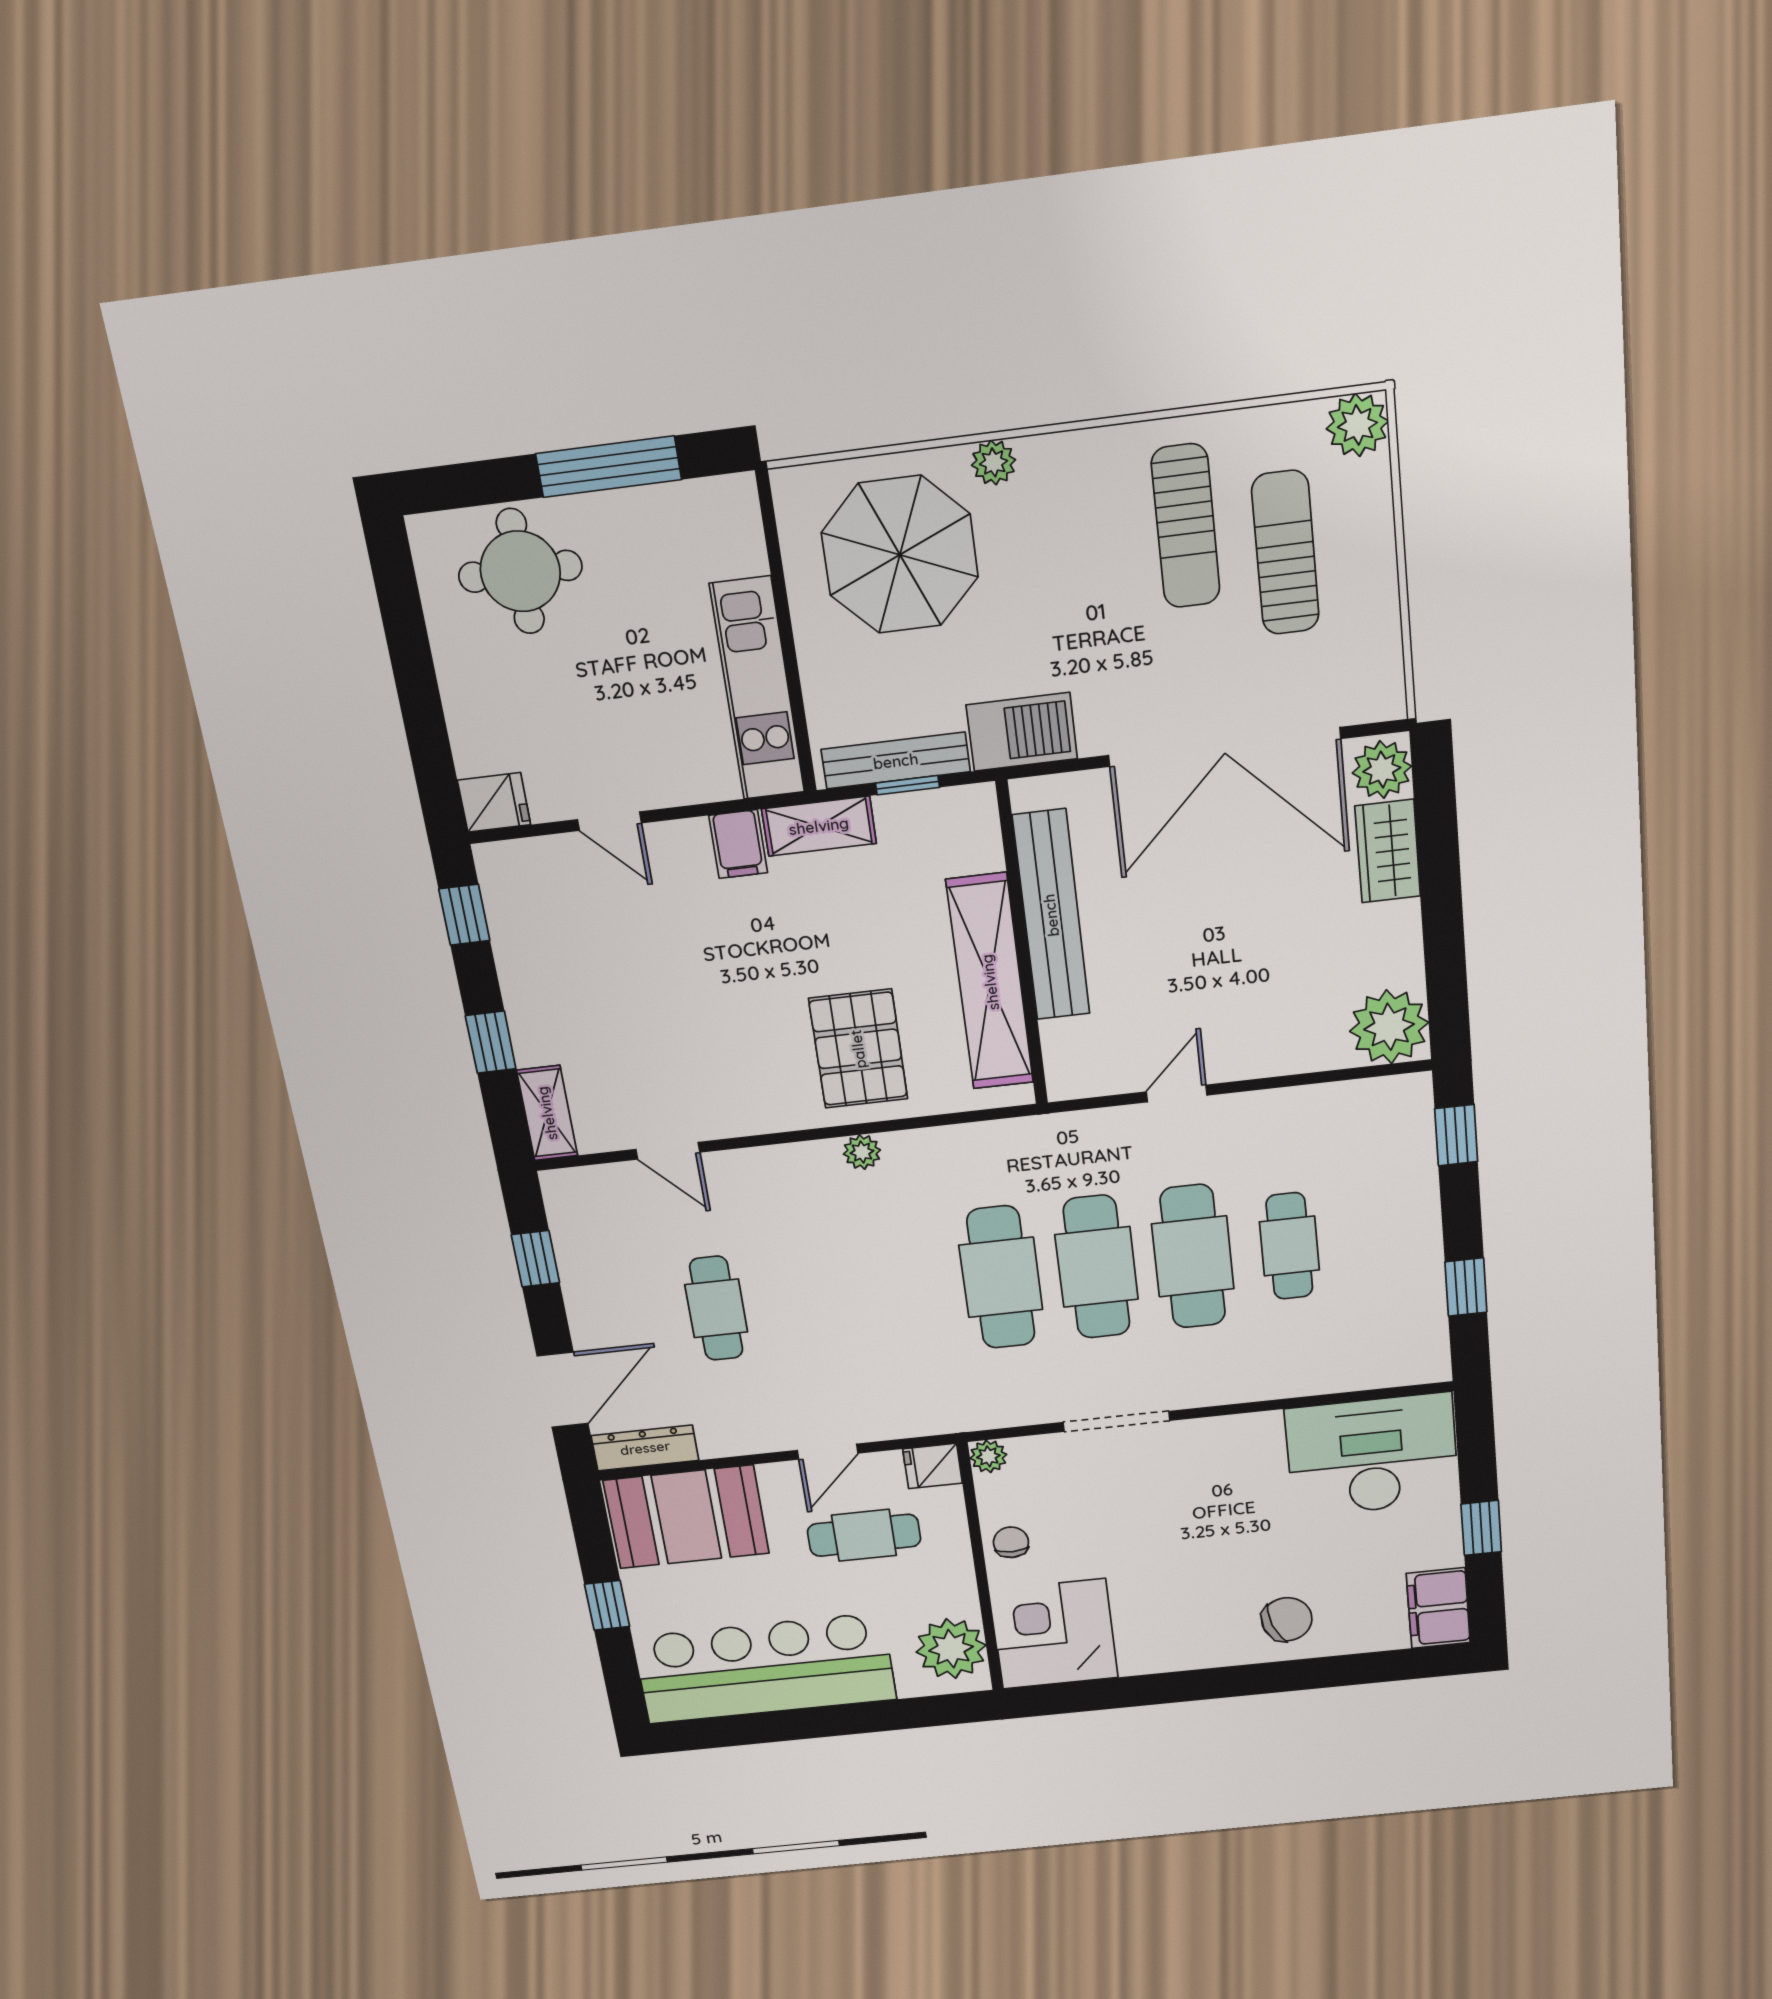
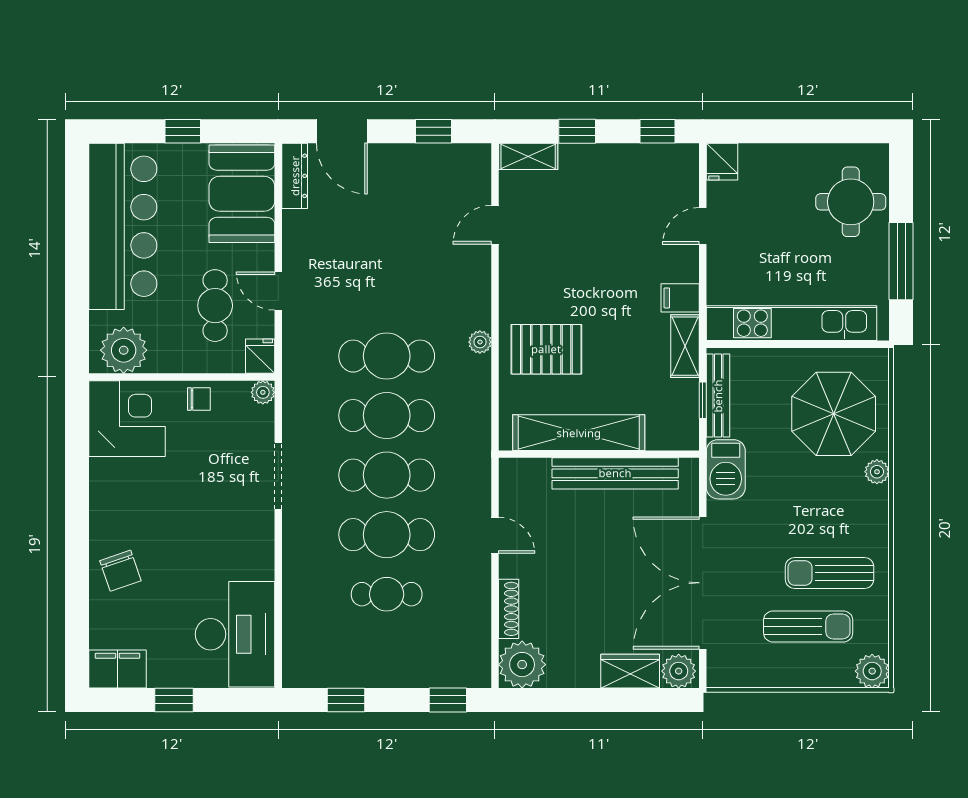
kitchen unit: (757, 689) -> (791, 323), width x1.36
shoe rack: (1297, 1058) -> (509, 609), added
cafe table: (716, 1308) -> (387, 356), moved, width x1.37, depth x1.35

